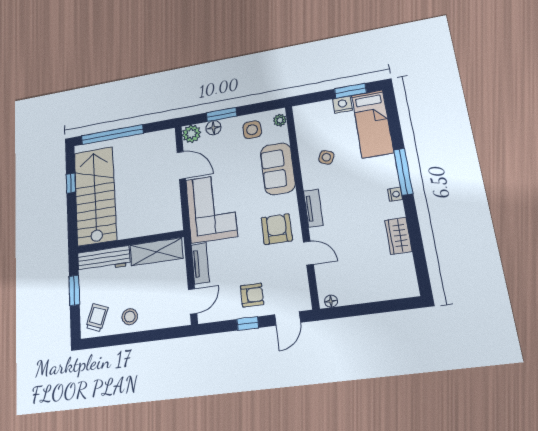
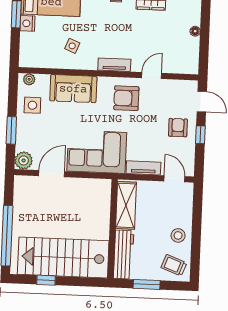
floor lamp: (213, 128) -> (22, 140), removed
floor lamp: (331, 301) -> (195, 31), moved

